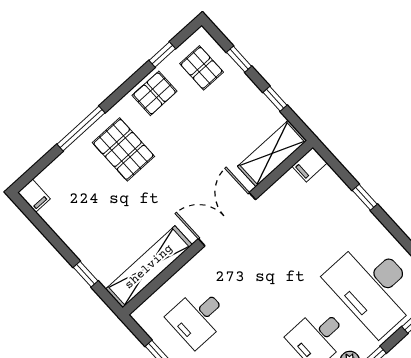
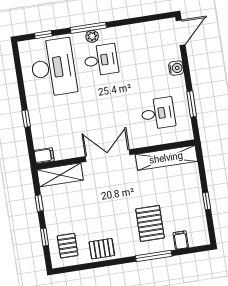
window: (162, 55) -> (84, 267), removed
pallet: (123, 149) -> (150, 223), moved
filing cabinet: (34, 196) -> (181, 240), moved
double door: (227, 219) -> (108, 156), swing flipped
window: (86, 274) -> (207, 201), moved

